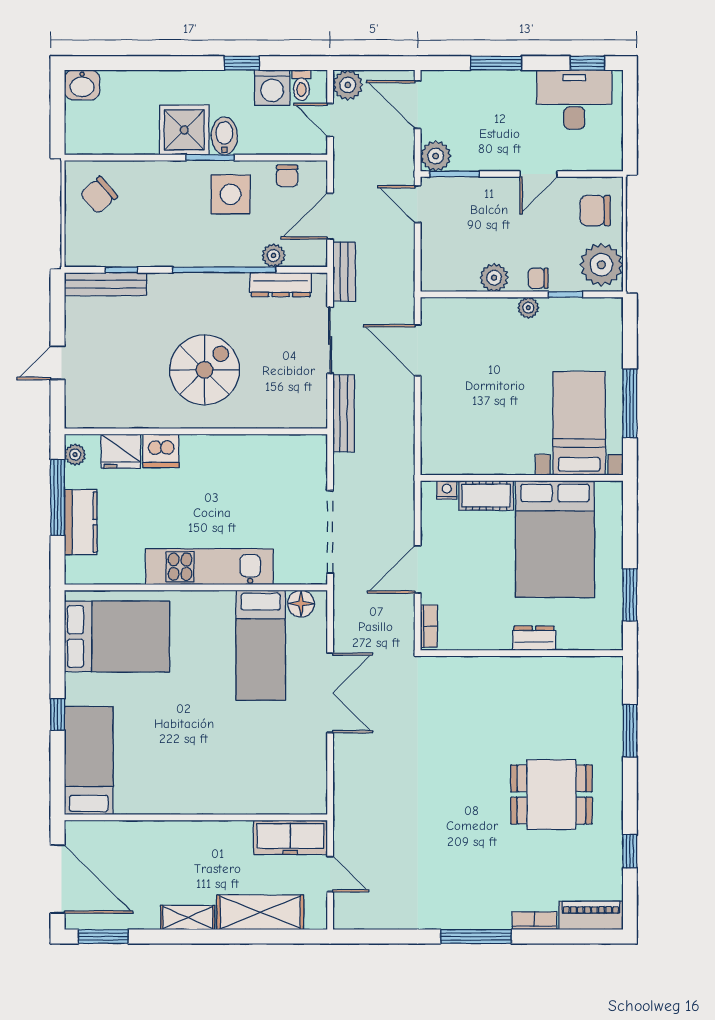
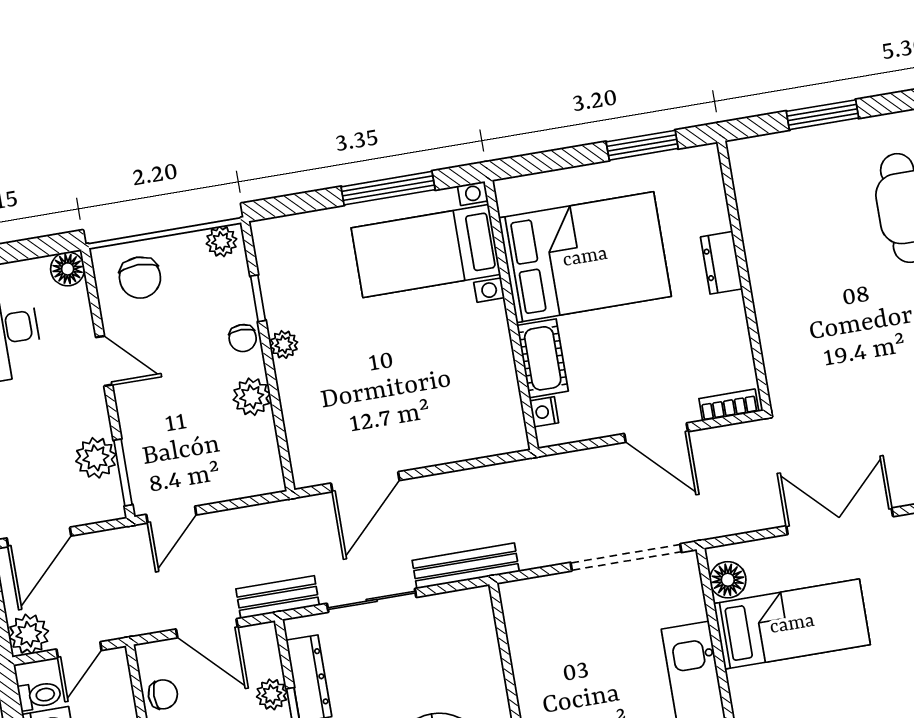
plant: (436, 156) -> (96, 458), moved
floor lamp: (610, 159) -> (68, 269), added
plant: (601, 265) -> (222, 241), width x0.53, depth x0.53

